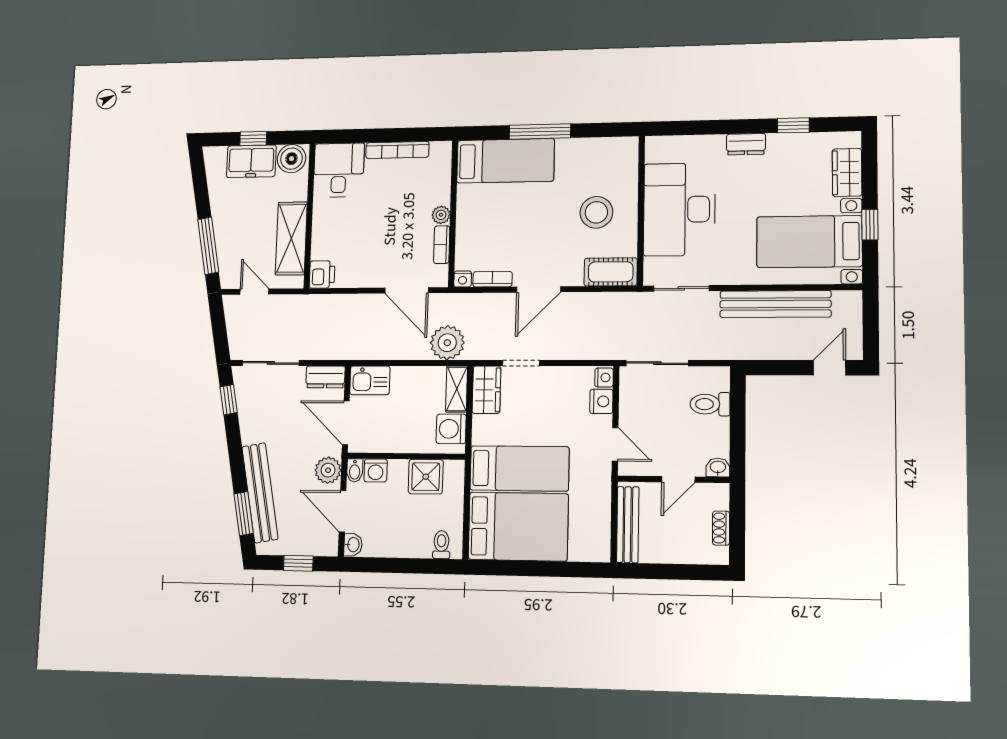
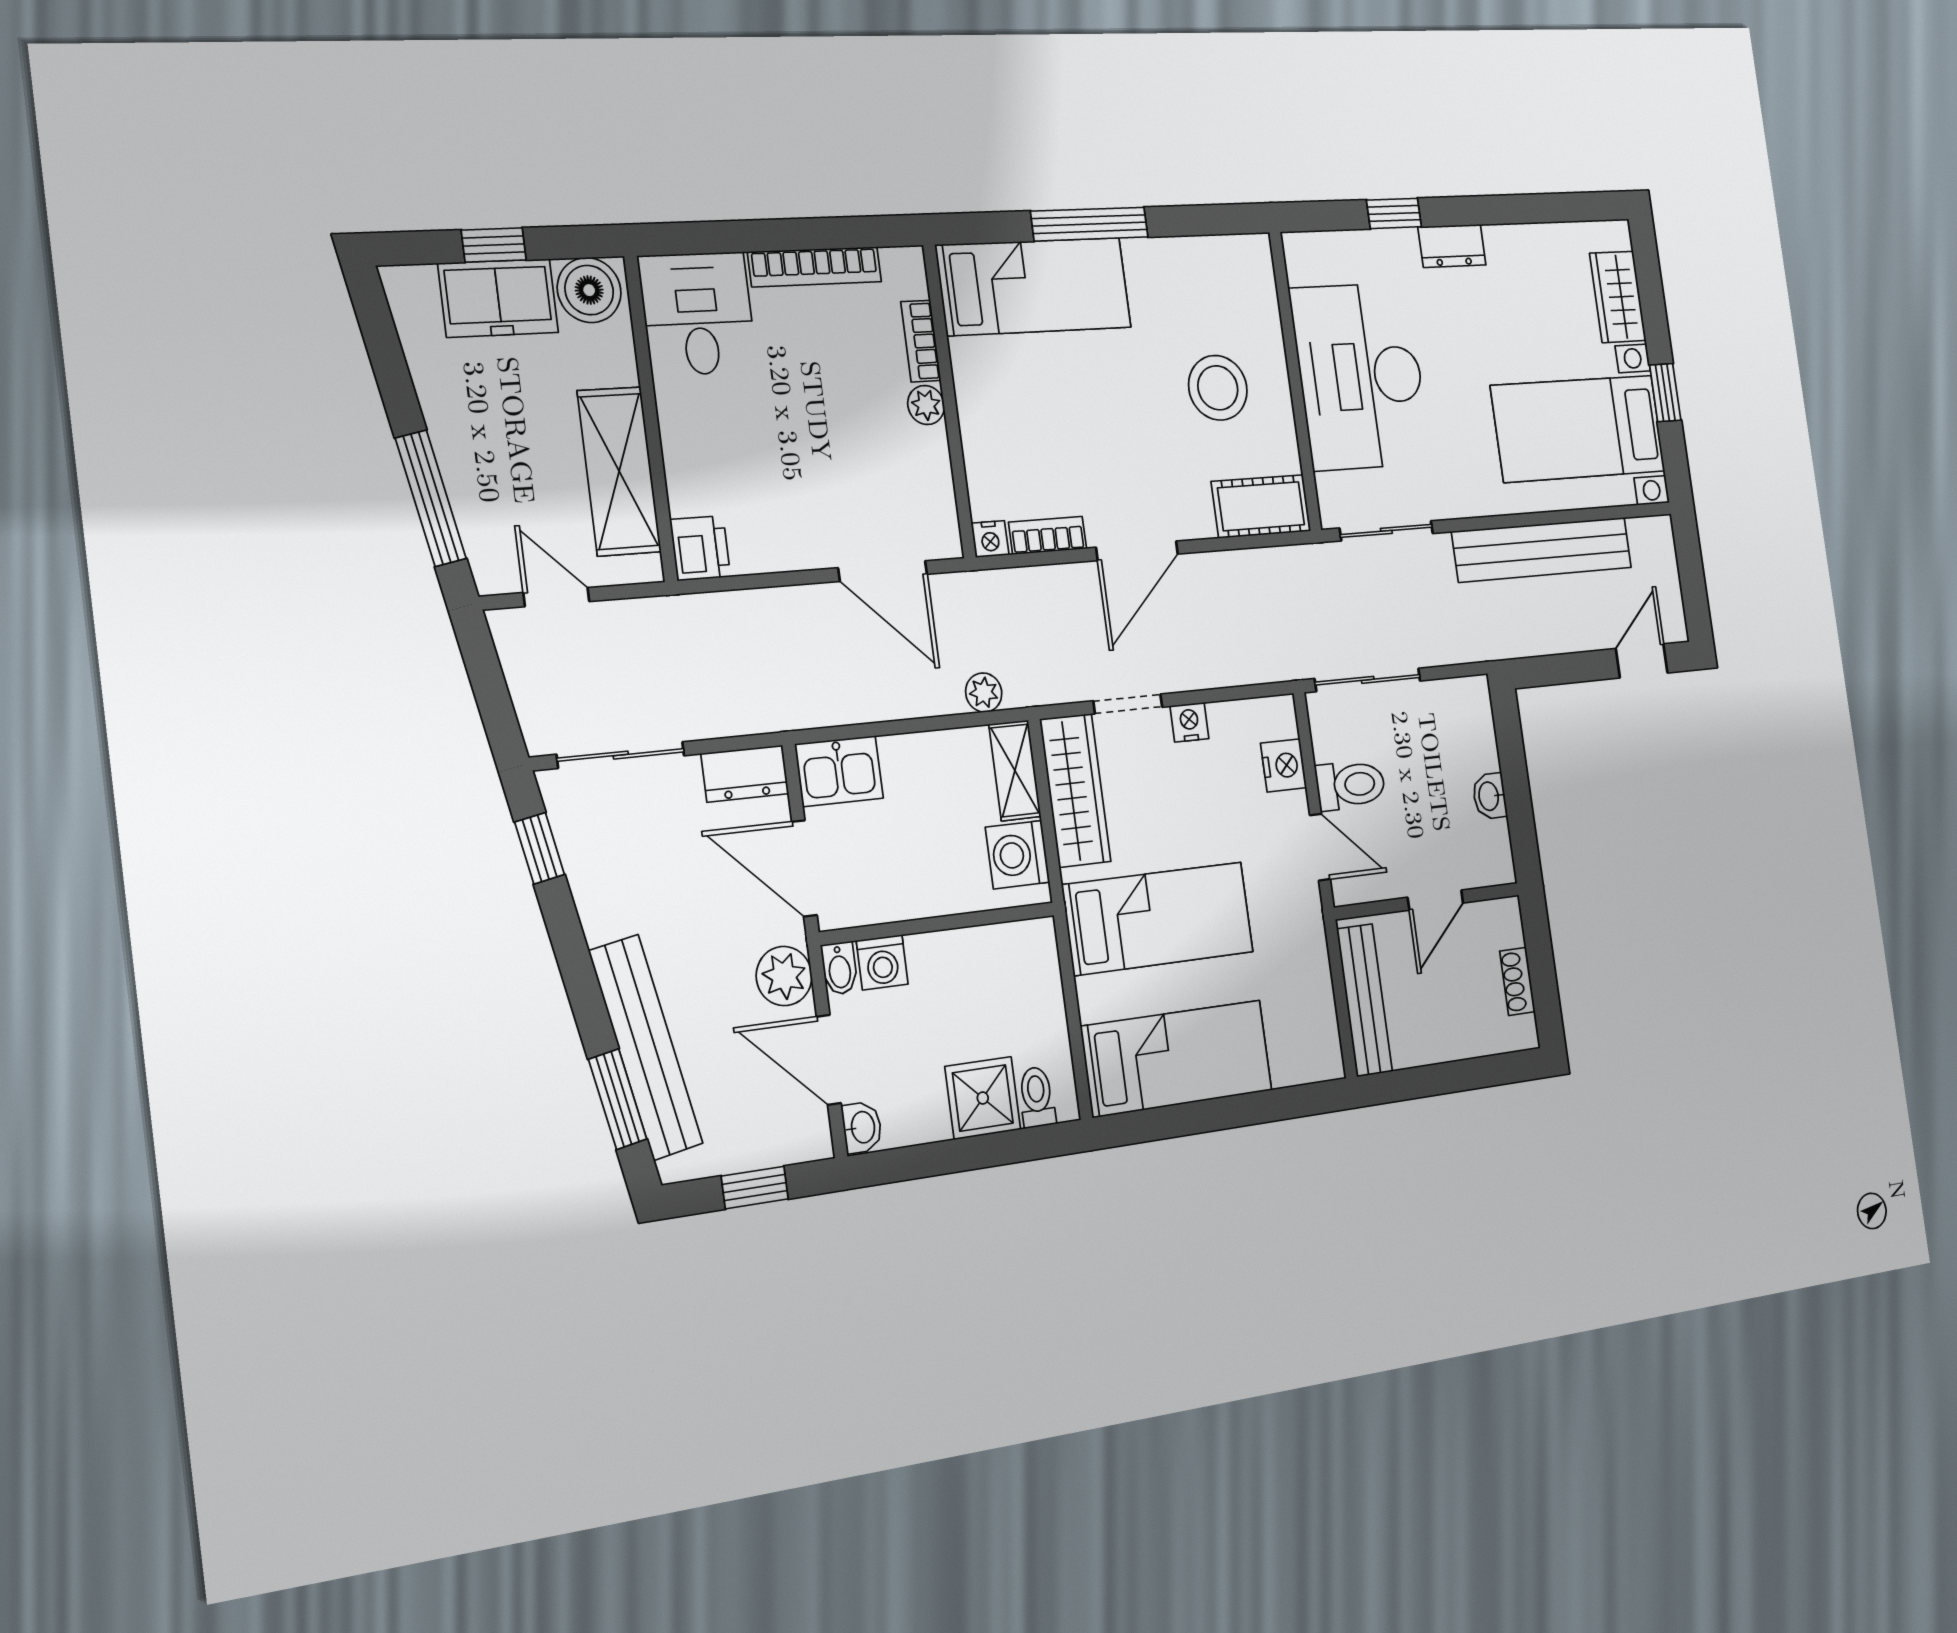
window: (793, 125) -> (1394, 213), moved
bookcase: (442, 245) -> (921, 341), moved
plant: (447, 343) -> (984, 692), width x0.53, depth x0.53
nightstand: (604, 377) -> (1189, 722), moved, turned -90
wardrobe: (486, 390) -> (1075, 790), width x1.50
toilet: (710, 404) -> (1350, 785), moved, turned 180
washbasin: (718, 467) -> (1490, 796), moved, turned -90
shower: (426, 477) -> (983, 1098), moved
bed: (518, 527) -> (1177, 1059), width x0.67

